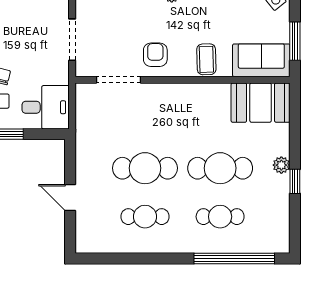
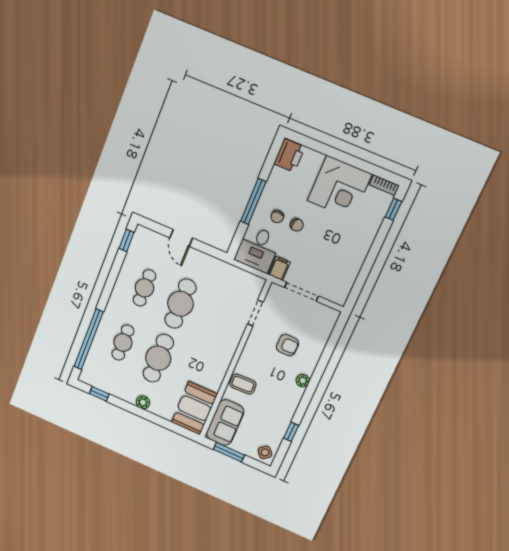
armchair: (155, 55) -> (287, 345), moved
filing cabinet: (57, 75) -> (279, 268), added
doorway: (118, 80) -> (255, 313), width x0.73
window: (295, 181) -> (99, 394), moved
door: (70, 197) -> (181, 238), swing flipped
window: (99, 259) -> (127, 240), added

